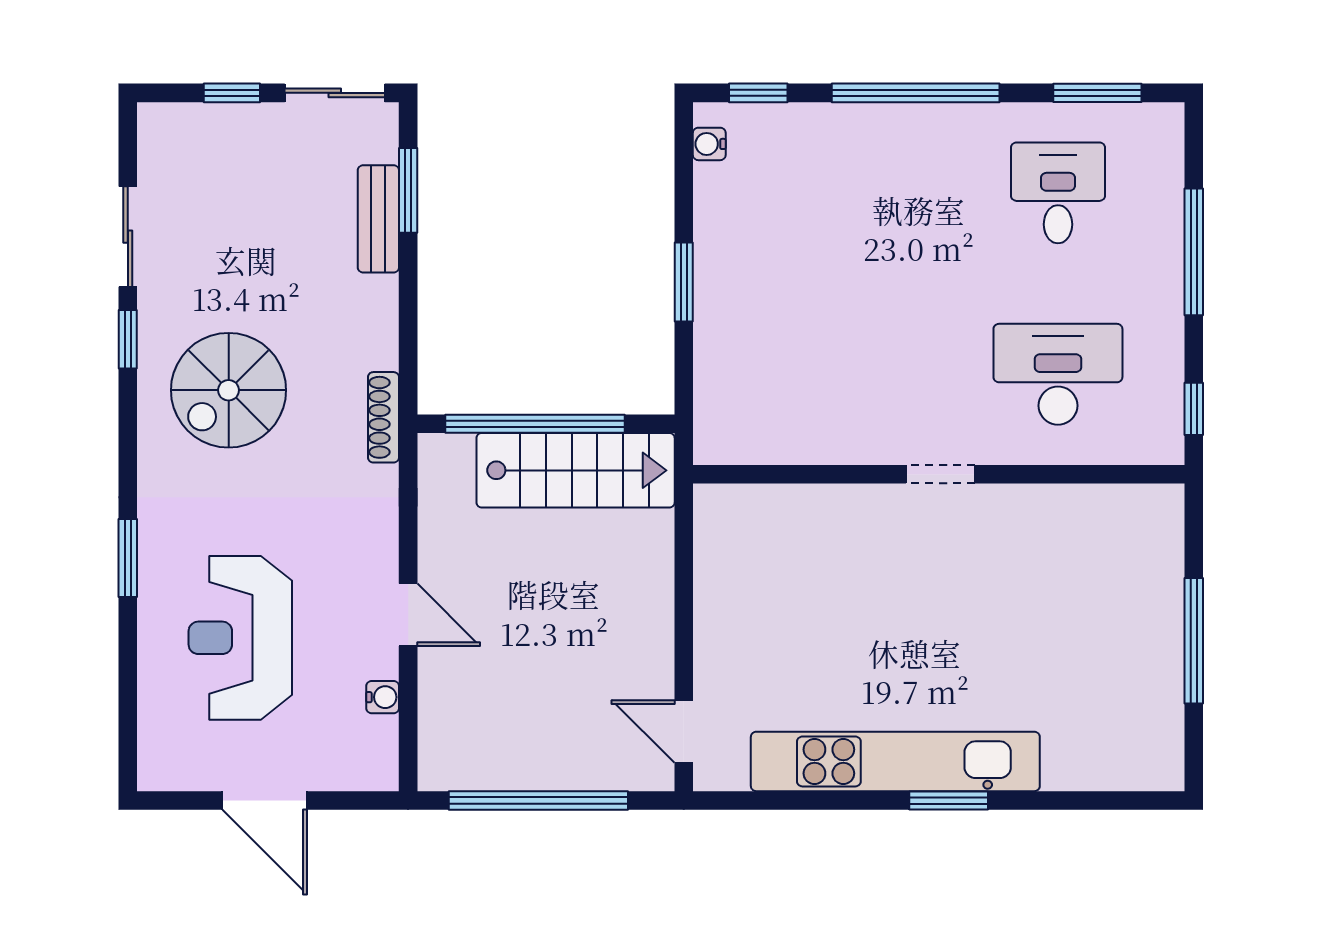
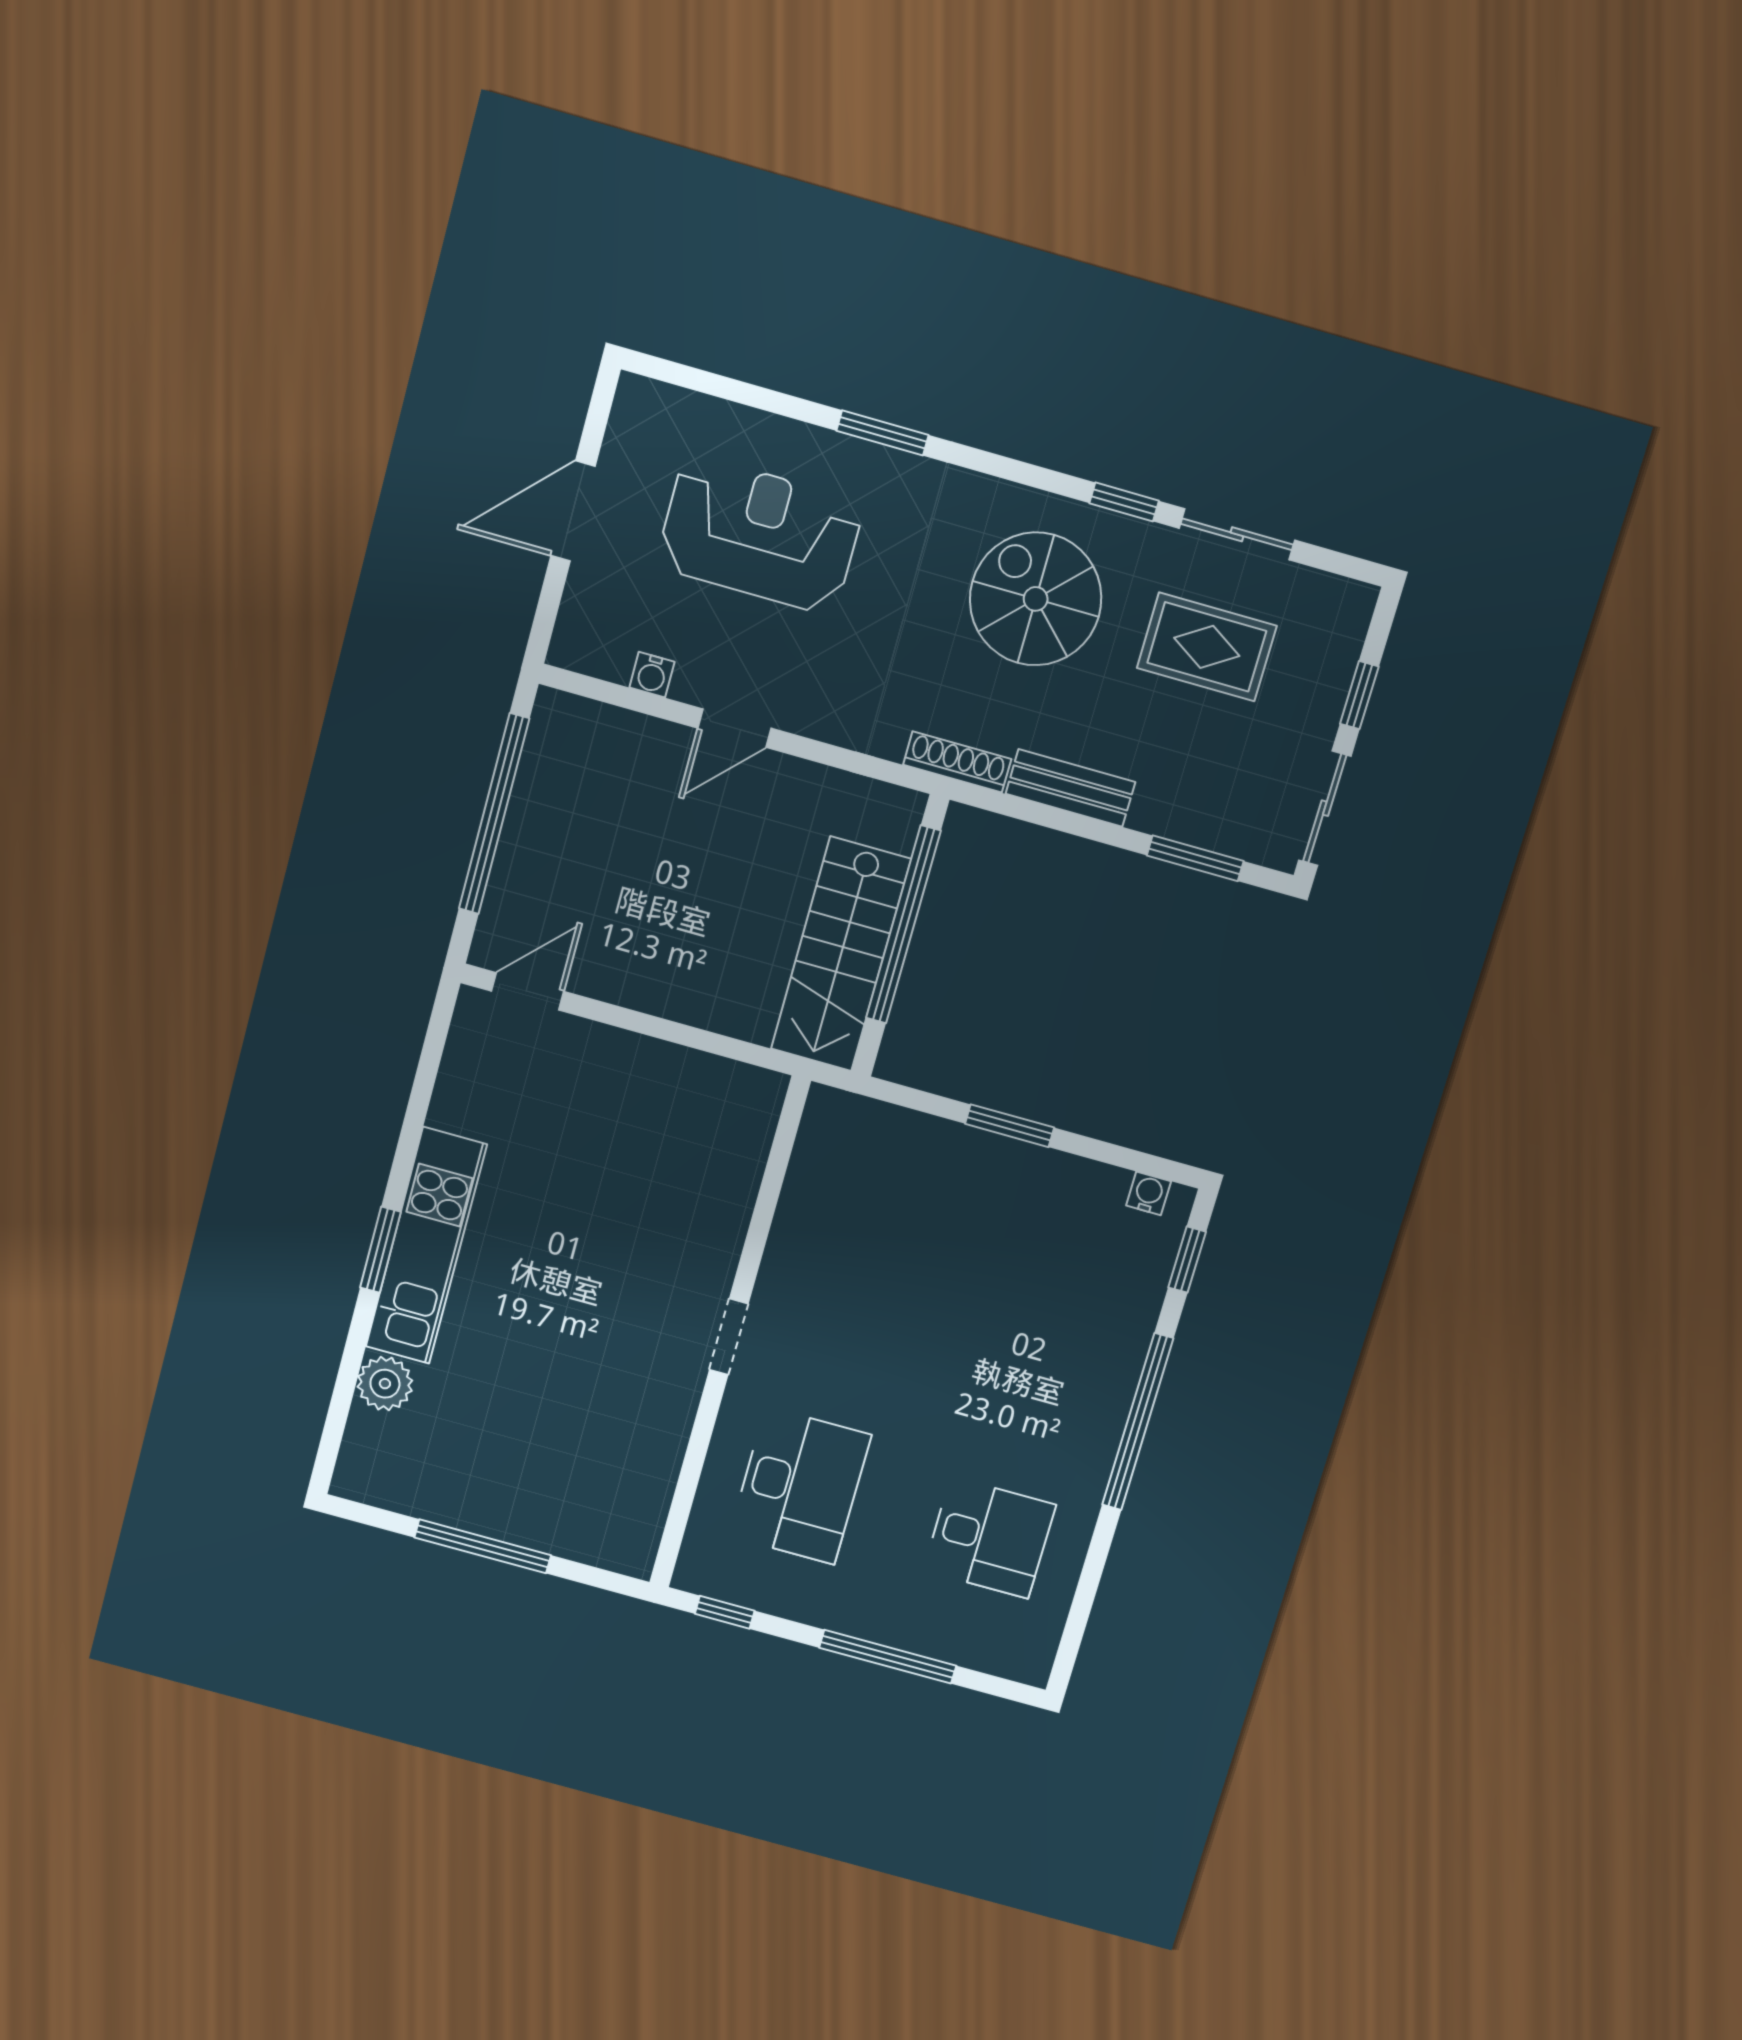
window: (1097, 93) -> (1082, 1605), removed
bench: (378, 219) -> (1070, 788), moved
rug: (228, 234) -> (1207, 647), added
kitchen unit: (895, 761) -> (426, 1246), width x0.73
plant: (1069, 766) -> (385, 1384), added

